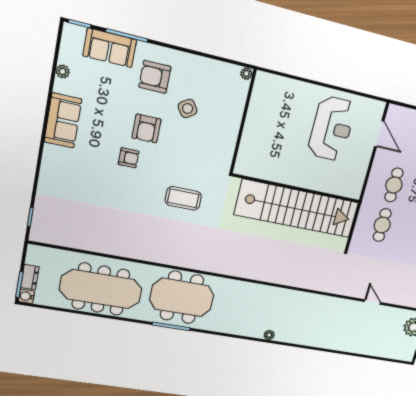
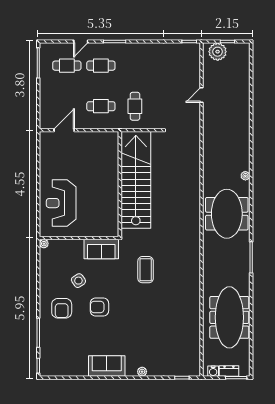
sofa: (110, 48) -> (101, 249), moved, turned 90
plant: (63, 72) -> (142, 372), moved
armchair: (146, 129) -> (99, 307), turned 180
reception desk: (332, 129) -> (61, 203), moved, turned -90
armchair: (129, 158) -> (124, 316), removed
cafe table: (382, 225) -> (135, 106), turned 90
water cooler: (26, 296) -> (213, 371), moved
meeting table: (182, 297) -> (227, 214), moved

